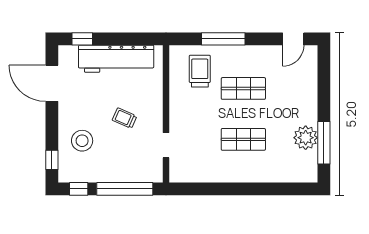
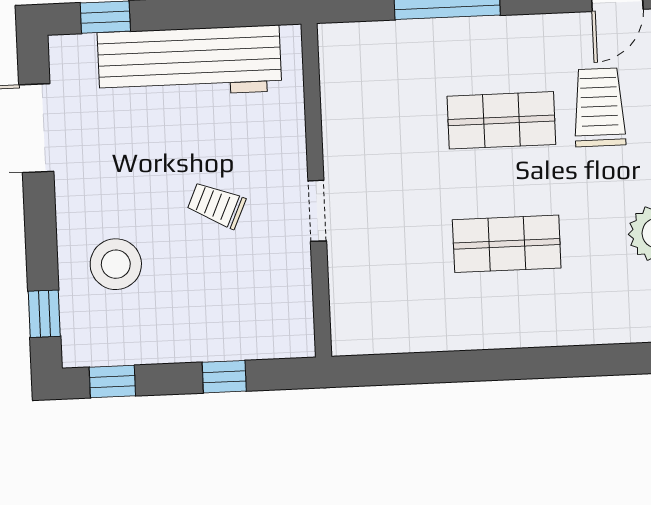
trolley: (200, 71) -> (599, 107), moved
doorway: (166, 145) -> (317, 211), moved
window: (125, 189) -> (224, 377), width x0.32

